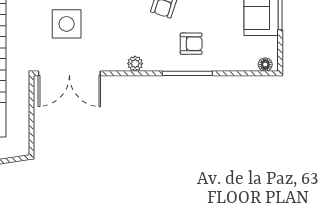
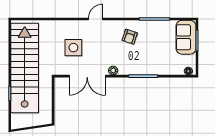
armchair: (191, 44) -> (146, 59), removed
double door: (69, 73) -> (87, 76), moved

